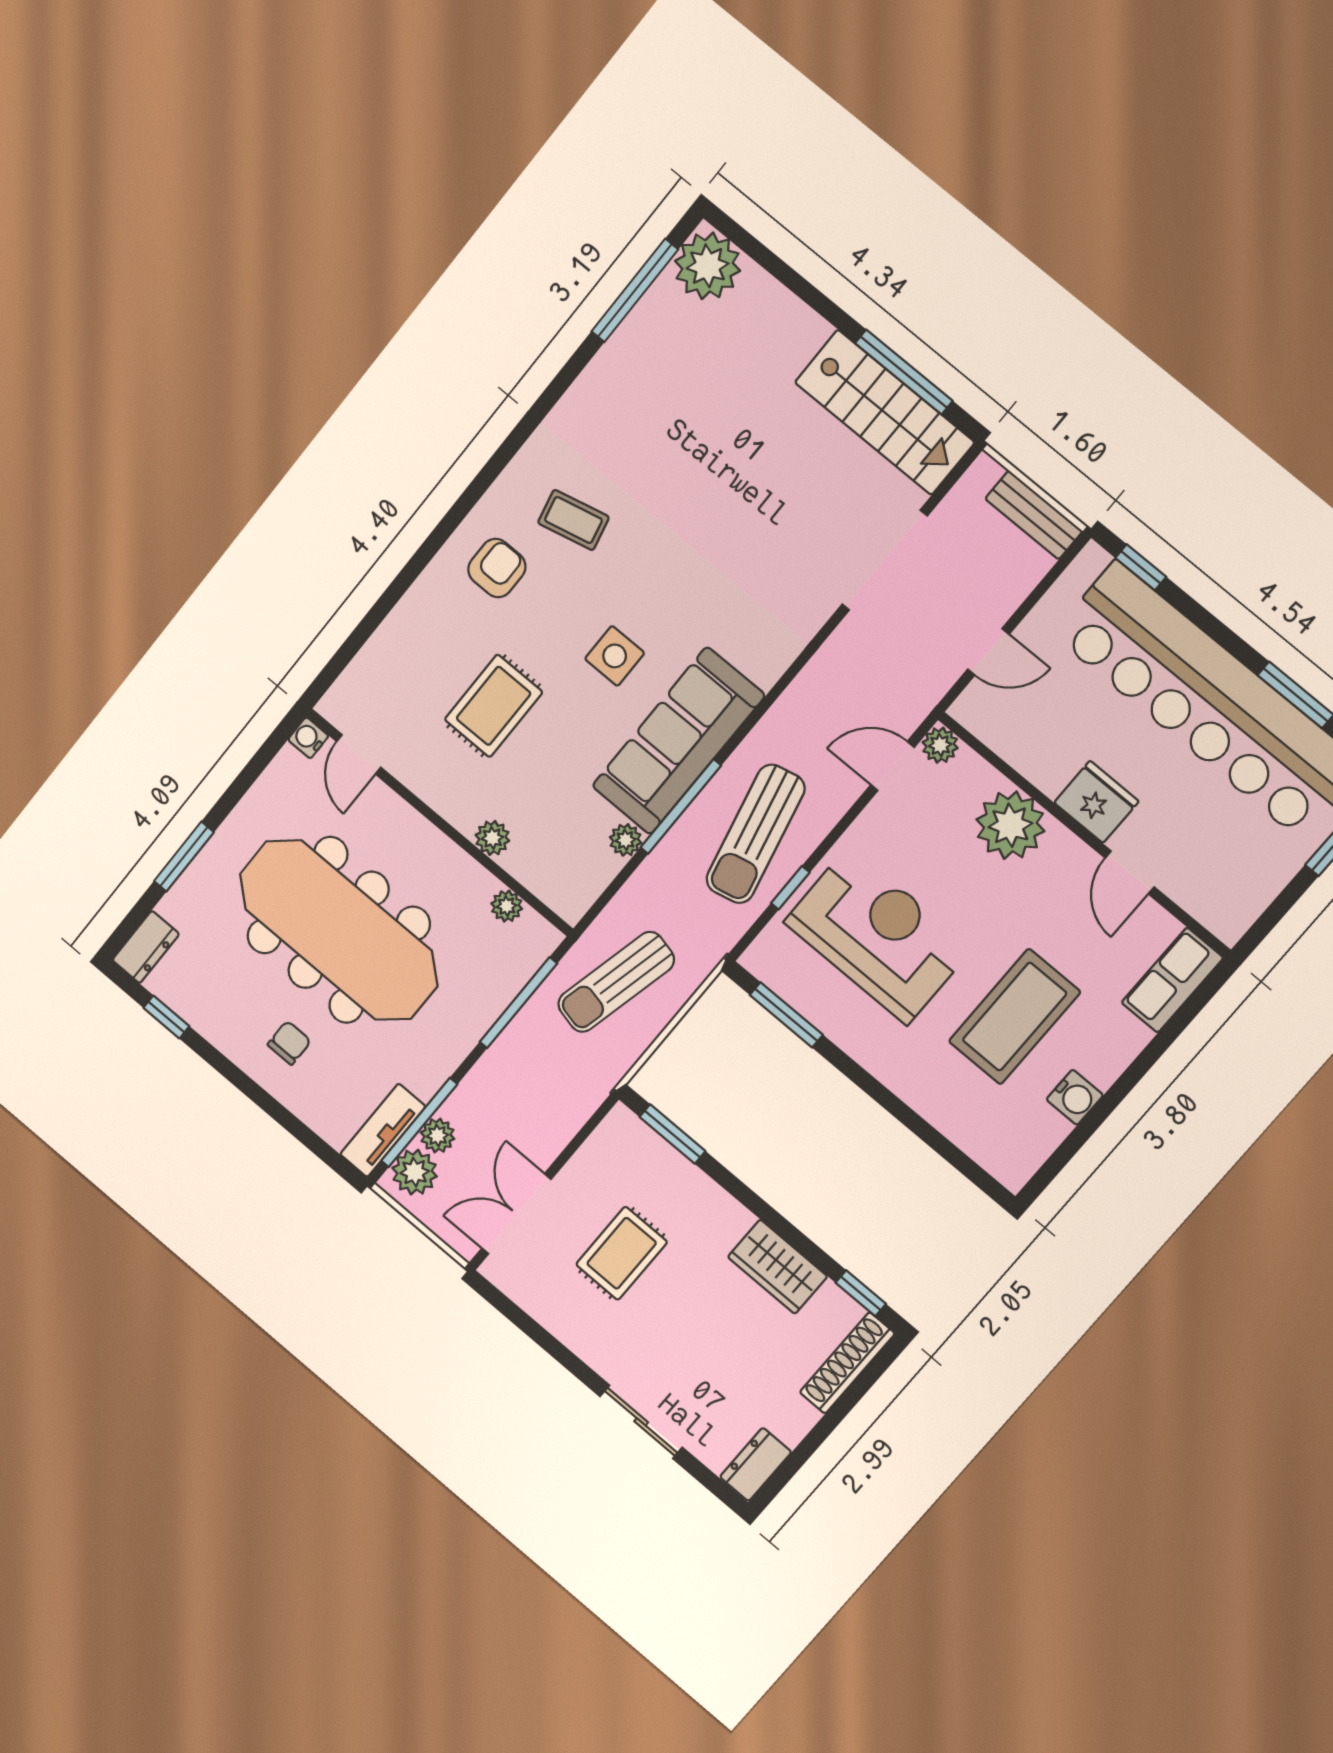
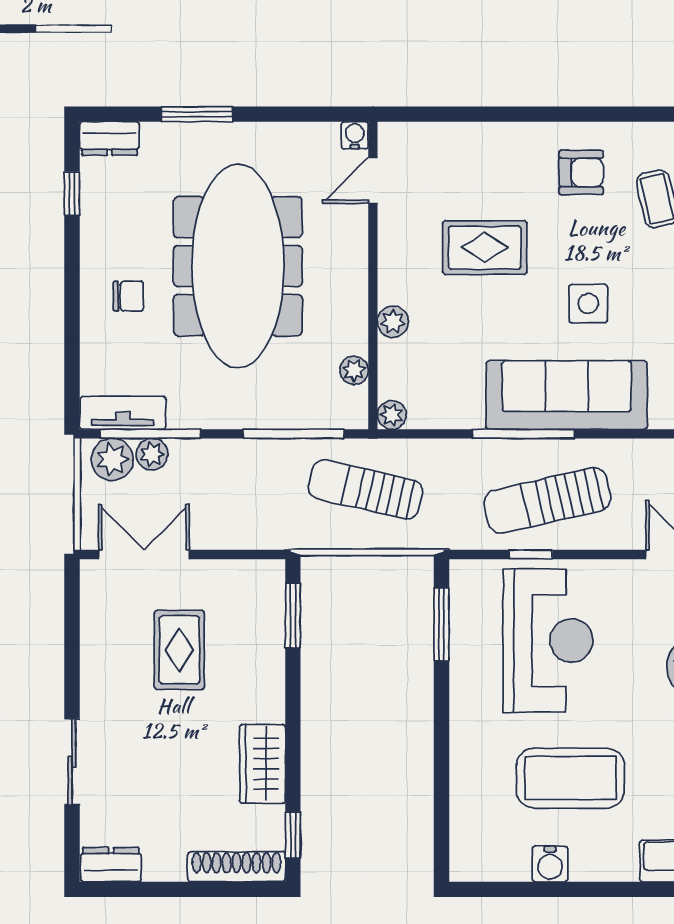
plant: (626, 840) -> (392, 415), moved
rug: (622, 1253) -> (179, 650), turned 90

